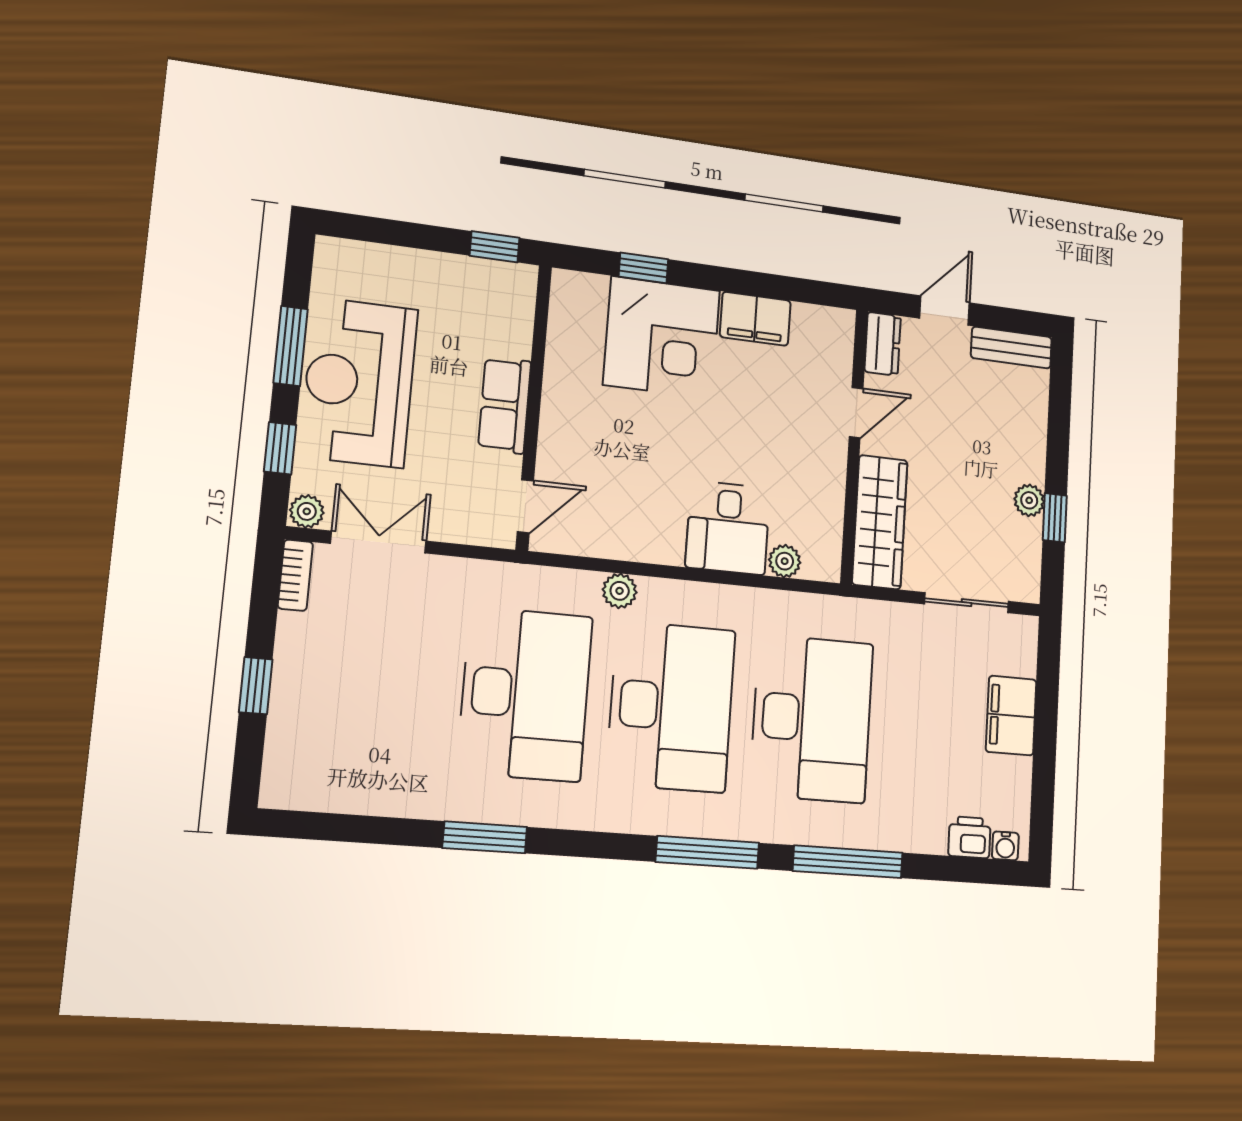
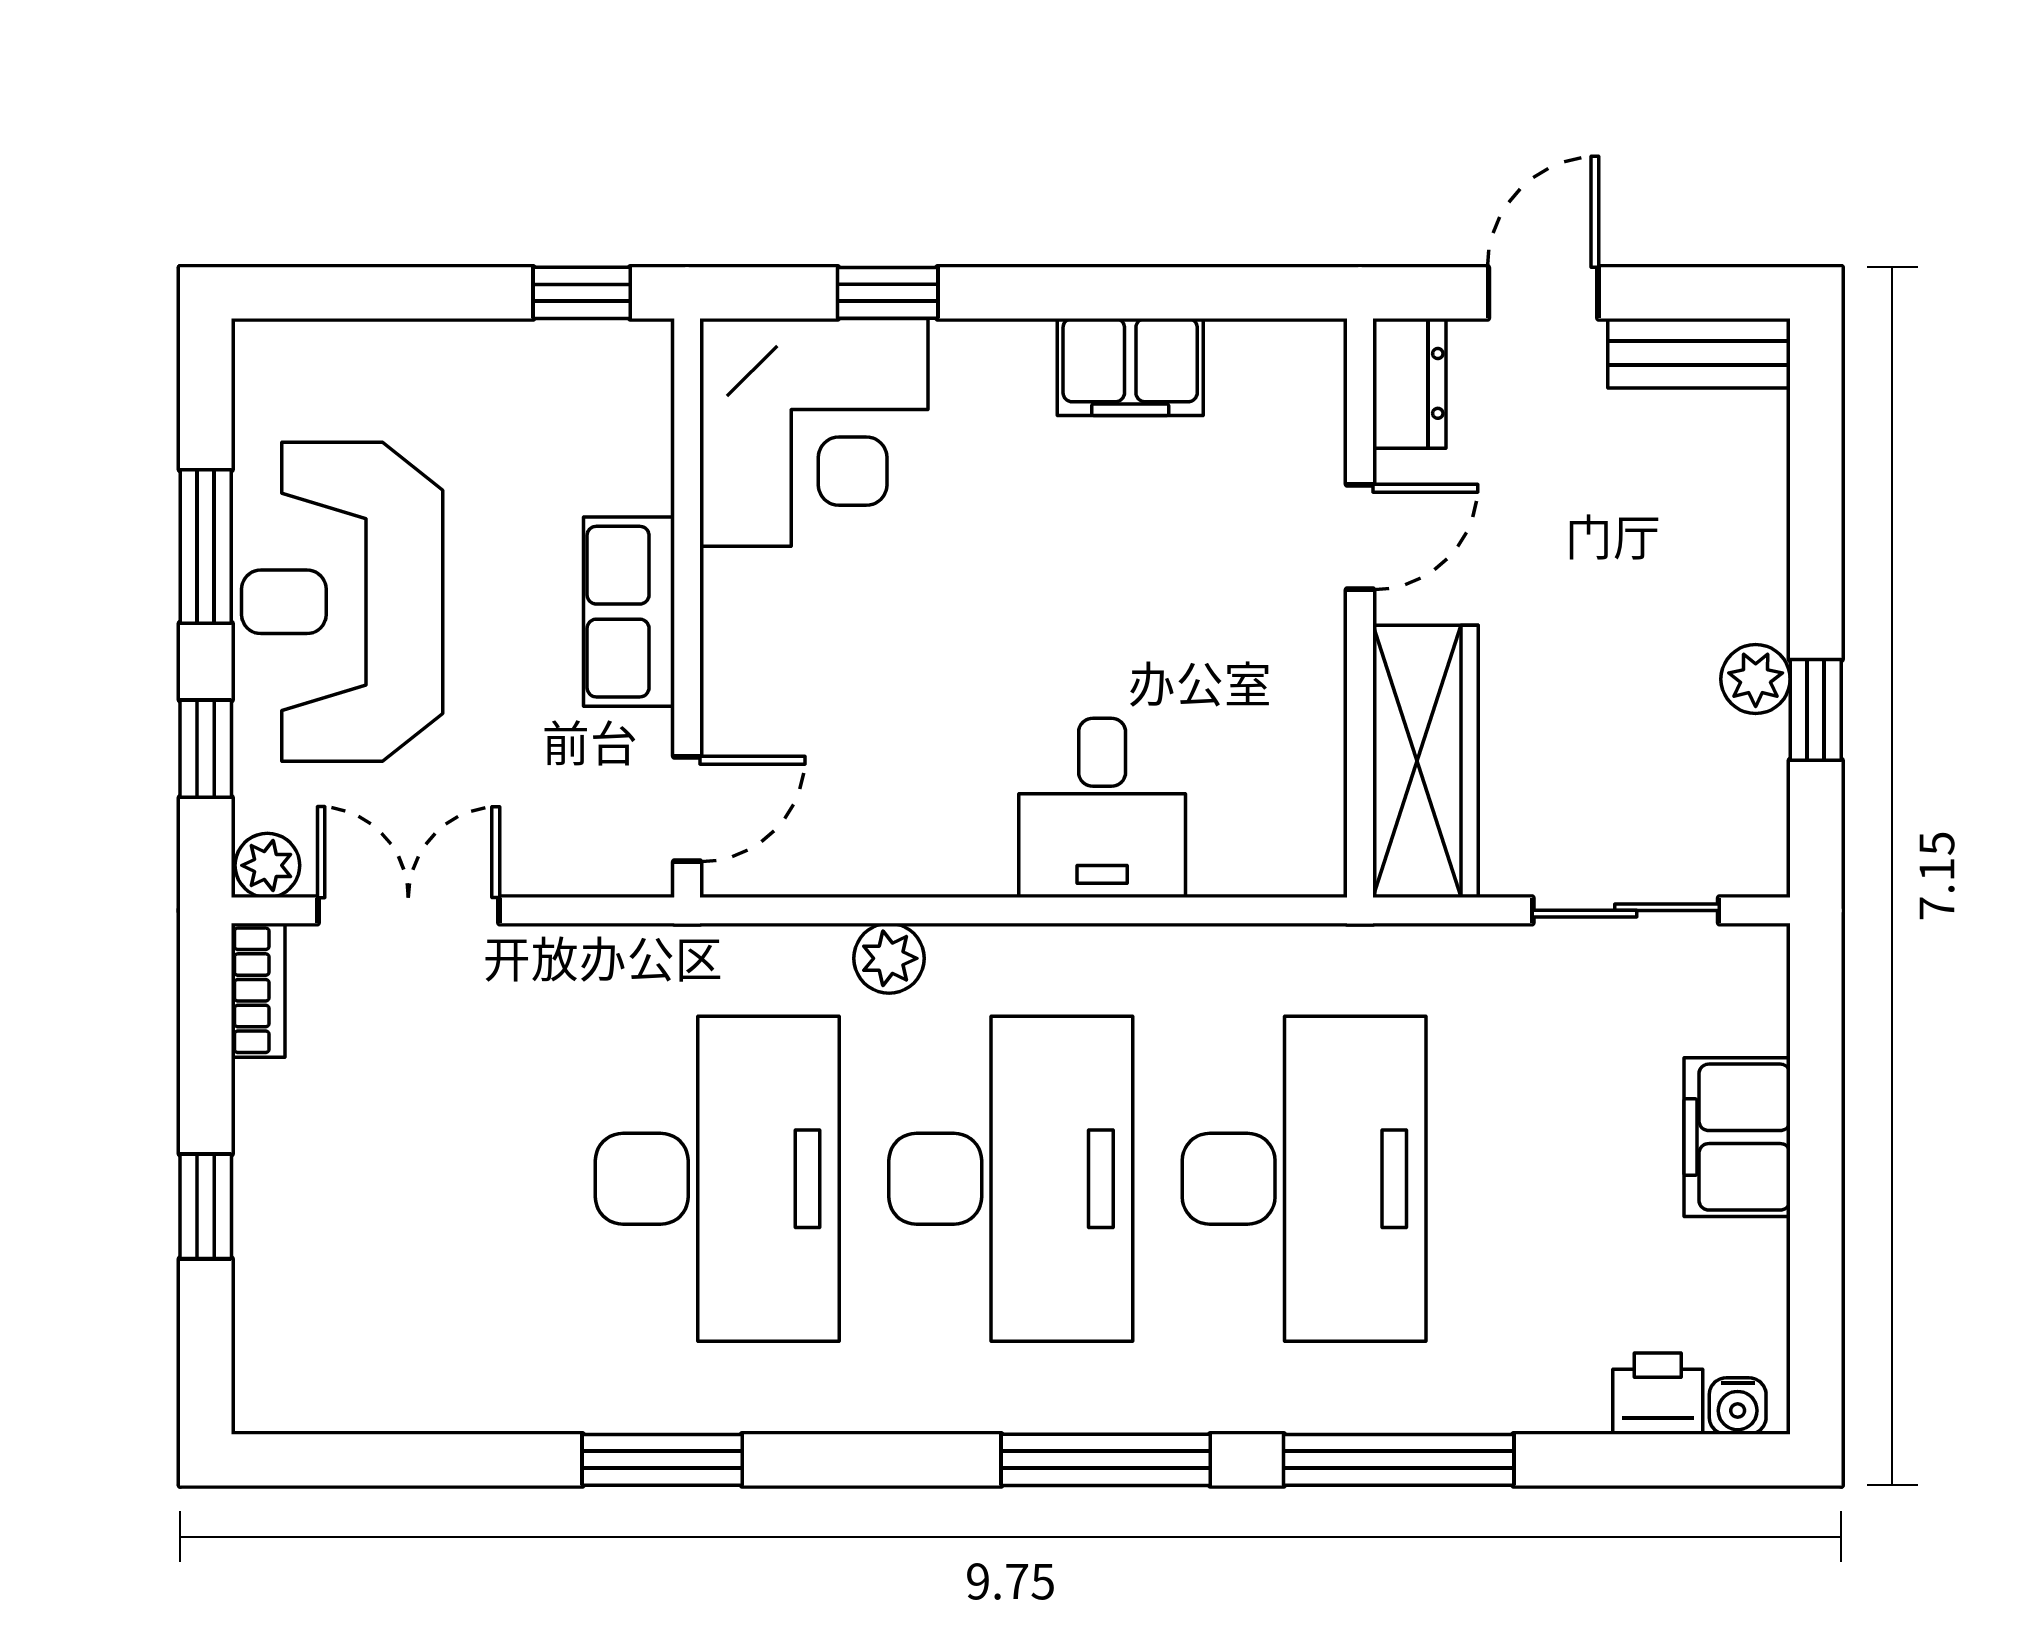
corner desk: (662, 337) -> (814, 432), moved
plant: (785, 561) -> (1226, 864), removed

